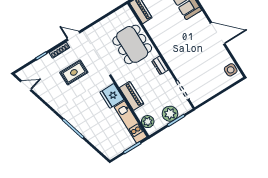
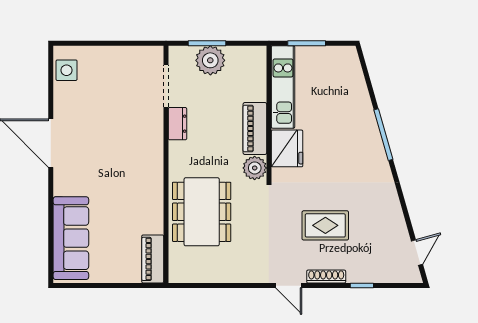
dresser: (160, 65) -> (177, 124), moved
door: (26, 86) -> (417, 253), swing flipped
plant: (148, 122) -> (255, 168), moved

